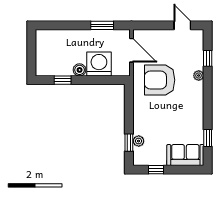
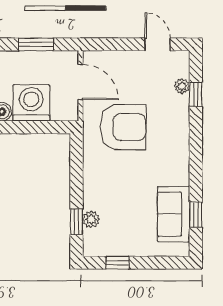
plant: (199, 75) -> (182, 86), moved
armchair: (160, 80) -> (123, 127), turned 180
sofa: (185, 155) -> (174, 214), moved, turned -90

